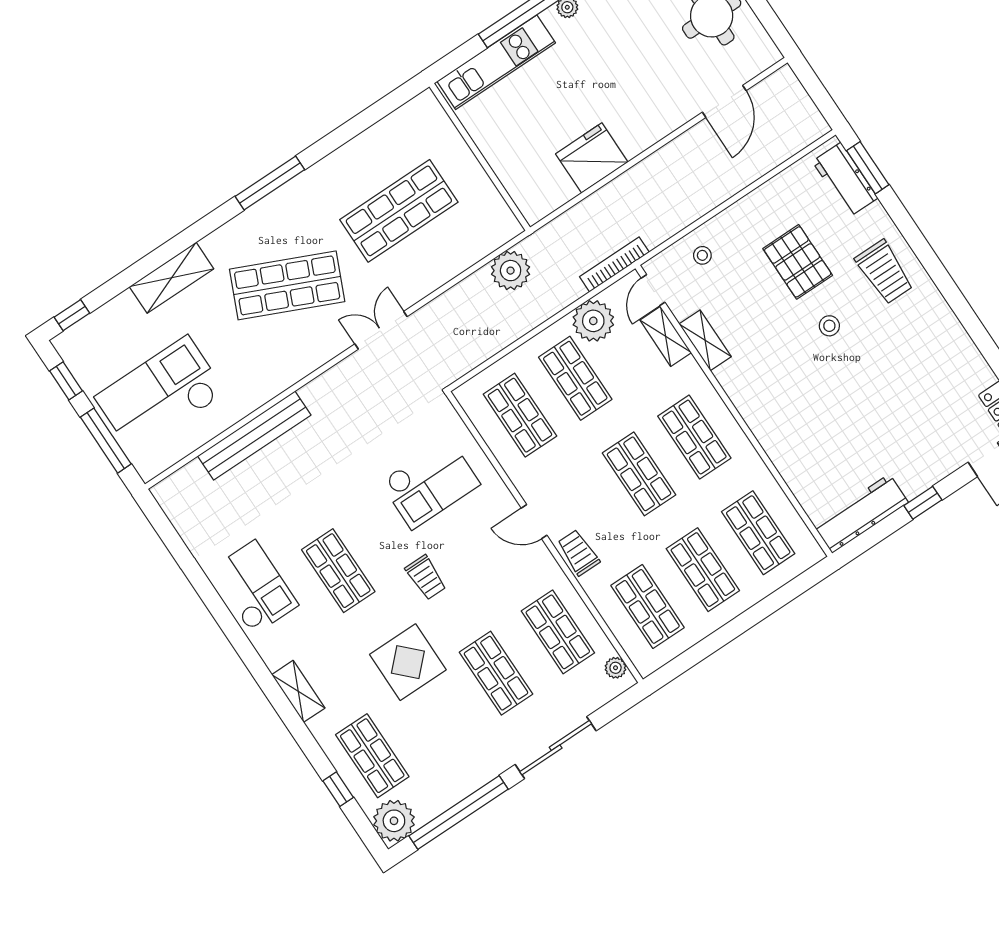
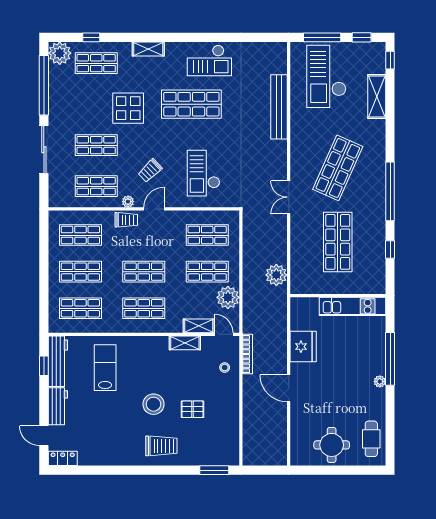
kitchen unit: (496, 62) -> (352, 306), moved, turned -90
door: (724, 101) -> (289, 388), moved
window: (358, 124) -> (390, 249), added
workbench: (845, 180) -> (58, 406), moved, turned 90
window: (270, 183) -> (390, 191), width x1.46
pallet: (798, 262) -> (192, 409), width x0.67, depth x0.71
bookcase: (614, 264) -> (247, 354), moved
trolley: (884, 272) -> (161, 446), turned 180
shelving: (172, 278) -> (377, 97), moved
stool: (829, 326) -> (154, 404), width x1.89, depth x1.89
double door: (381, 330) -> (289, 197), swing flipped
checkout: (160, 395) -> (326, 76), turned 180
lab bench: (823, 436) -> (105, 368), added
window: (923, 503) -> (44, 366), moved
shop shelf: (338, 571) -> (191, 104), width x1.43, depth x1.36
trolley: (426, 577) -> (150, 171), moved, turned -44
plant: (616, 668) -> (128, 202), moved

